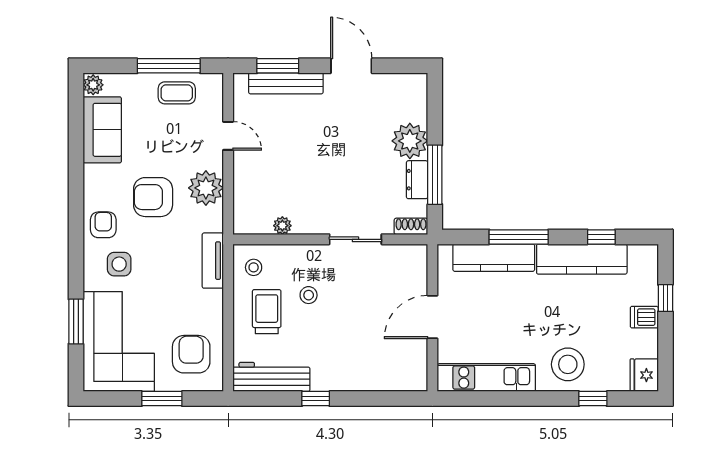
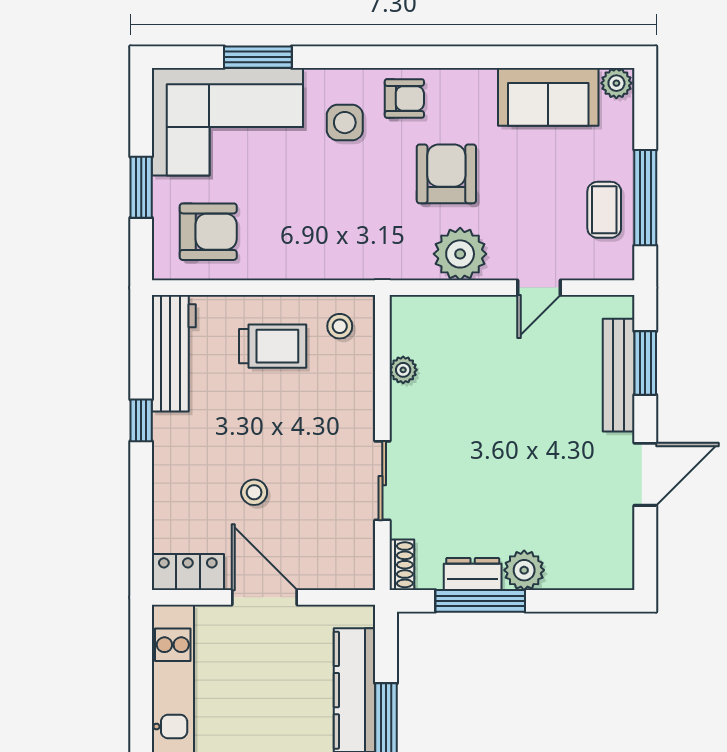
plant: (410, 141) -> (524, 570), width x0.73, depth x0.73
tv unit: (213, 261) -> (350, 264), removed
stool: (309, 295) -> (254, 492), moved
locker: (416, 368) -> (188, 572), added

